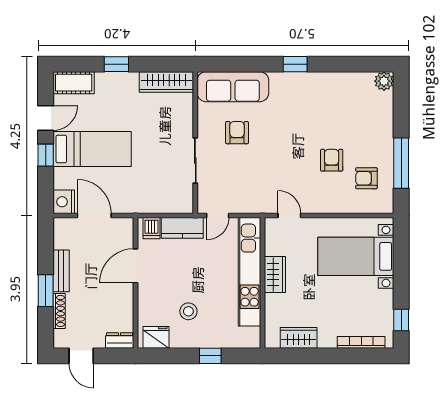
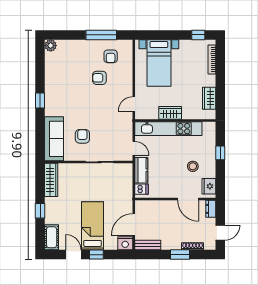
armchair: (237, 133) -> (82, 136), turned 90
door: (135, 266) -> (188, 199), moved
bench: (61, 271) -> (148, 245), moved

